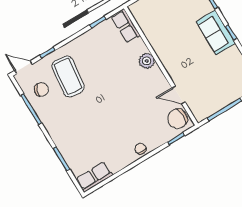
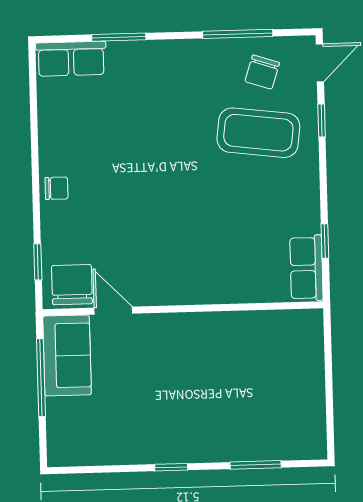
row of seats: (126, 26) -> (306, 268), moved, turned -90
sofa: (216, 32) -> (67, 355), moved, turned 90
plant: (147, 61) -> (206, 288), removed
door: (179, 95) -> (113, 311), hinge flipped
row of seats: (94, 177) -> (71, 59), moved, turned 90

